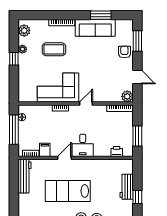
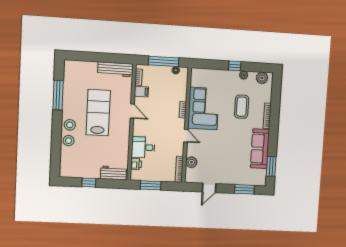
window: (101, 15) -> (271, 166), moved
armchair: (124, 52) -> (234, 176), removed
plant: (127, 96) -> (191, 162), moved
desk: (83, 145) -> (143, 147), moved
workbench: (127, 187) -> (113, 173), moved

